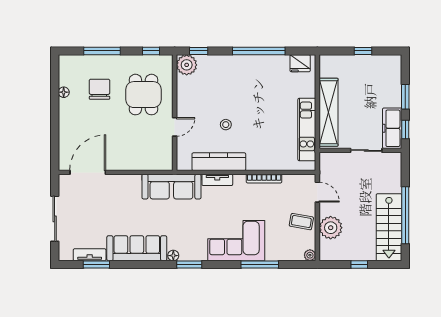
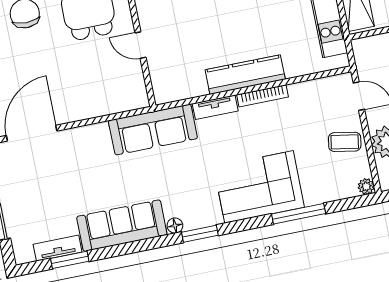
stool: (226, 125) -> (211, 27), removed
door: (175, 127) -> (140, 45), swing flipped
kitchen counter: (219, 162) -> (245, 75), moved
bookcase: (264, 179) -> (263, 96), moved

